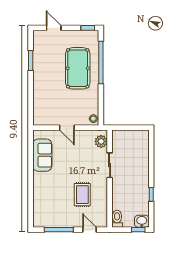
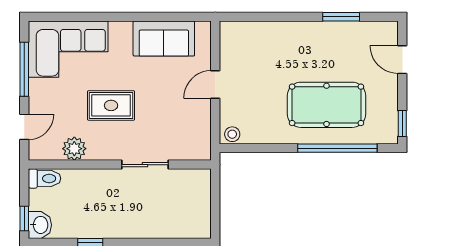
door: (54, 28) -> (402, 60), swing flipped
plant: (101, 141) -> (74, 149), moved
rug: (82, 195) -> (111, 105), moved
corner sofa: (48, 206) -> (68, 49), added

